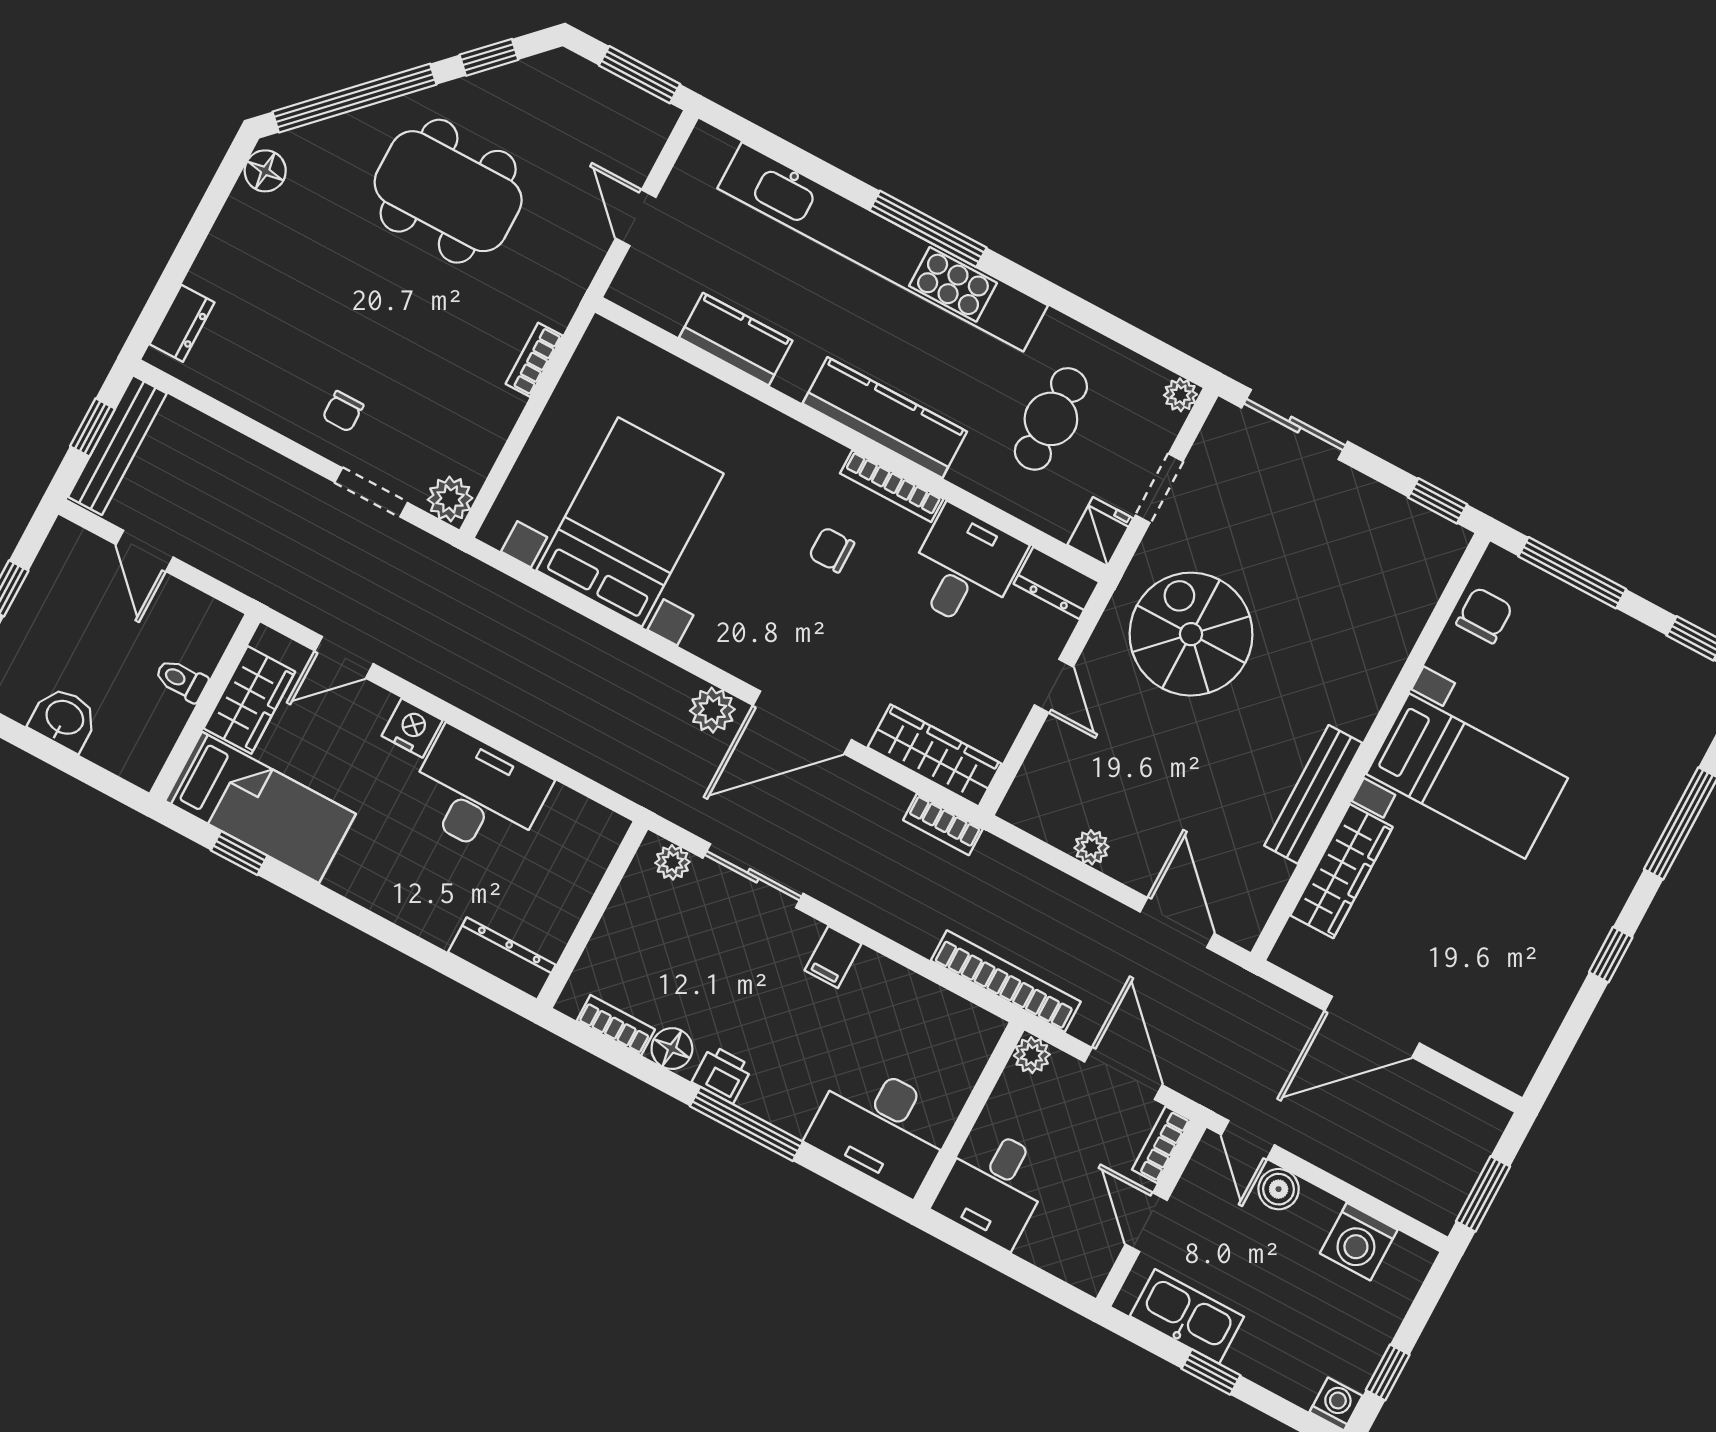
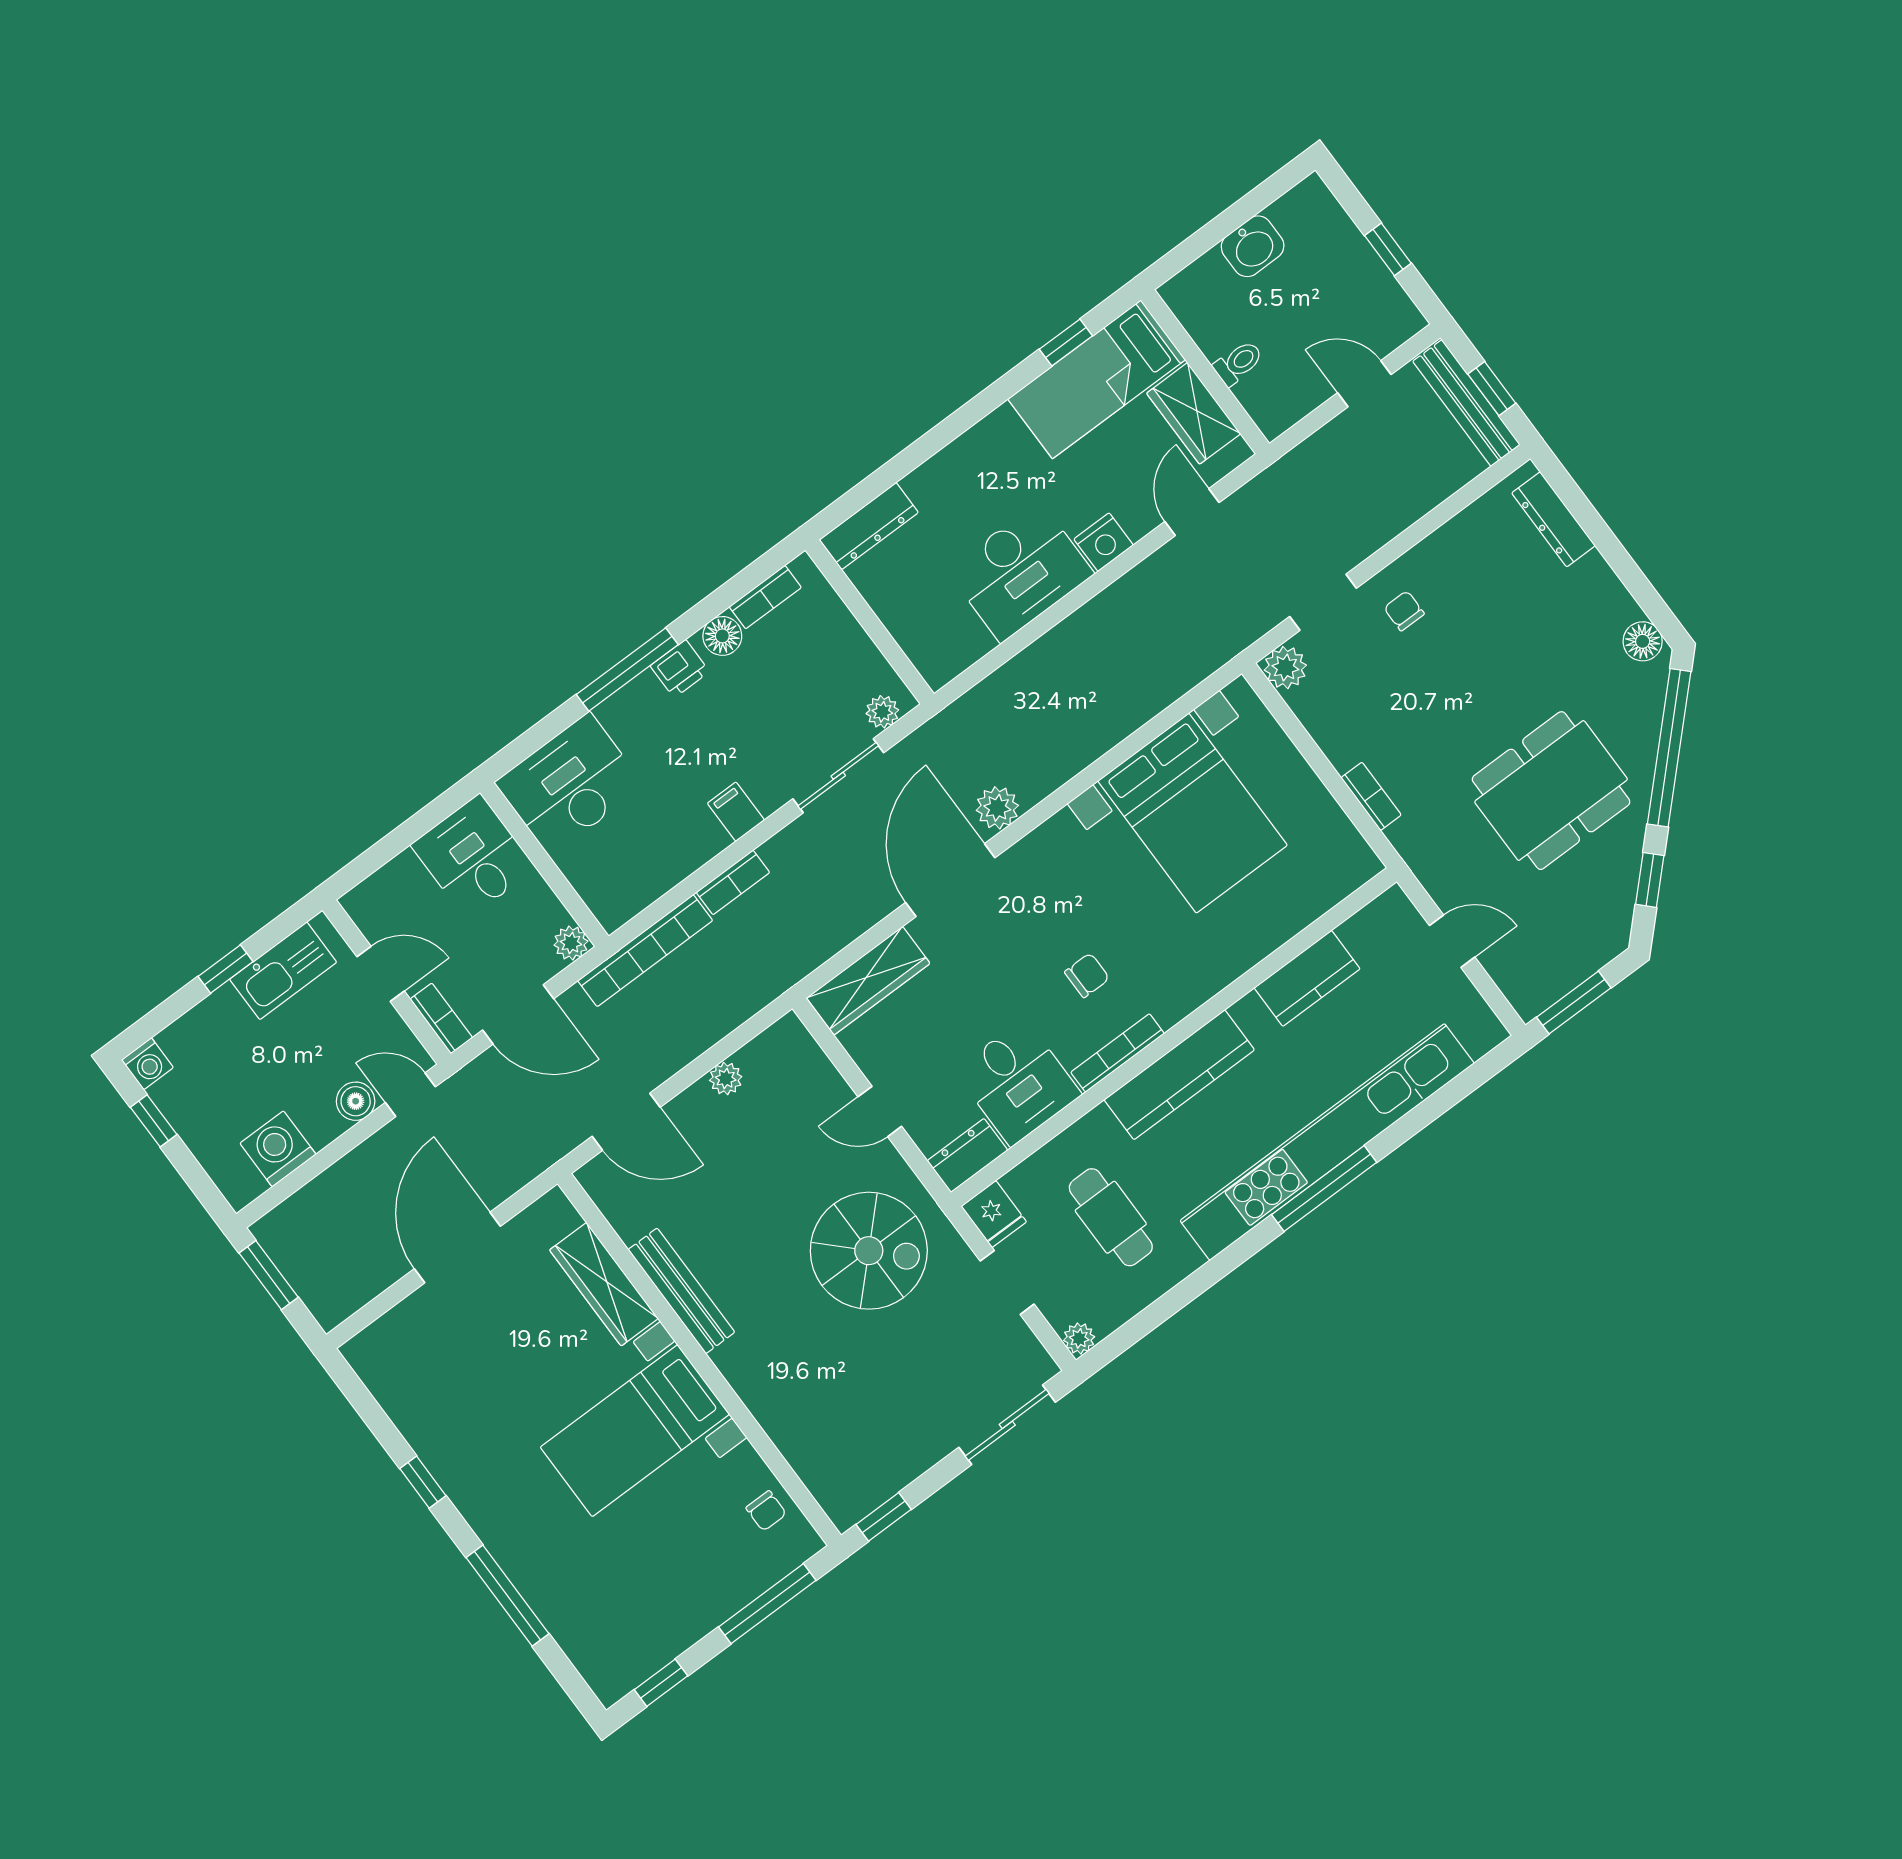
dresser: (182, 323) -> (1554, 519), width x1.44
chair: (1484, 615) -> (766, 1511), width x0.73, depth x0.73
bookcase: (943, 825) -> (733, 882), moved, turned 180

